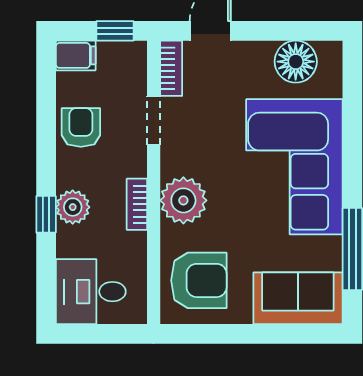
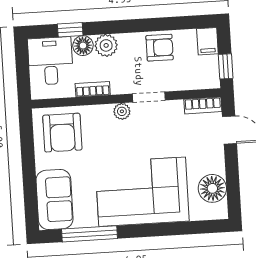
doorway: (154, 120) -> (149, 97), moved
plant: (183, 200) -> (122, 111), width x0.53, depth x0.53
bookcase: (137, 204) -> (93, 89), moved
window: (46, 214) -> (70, 30), moved
floor lamp: (71, 242) -> (83, 46), added

